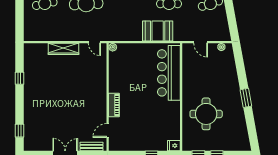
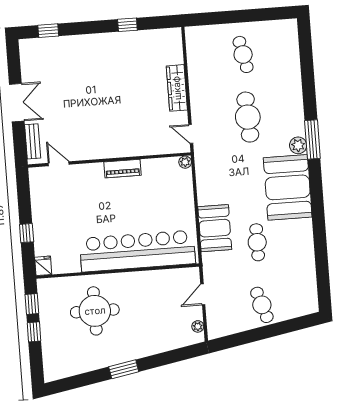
door: (94, 42) -> (191, 134), hinge flipped
bar counter: (169, 73) -> (137, 251), width x1.36
piano: (114, 105) -> (122, 169), moved

